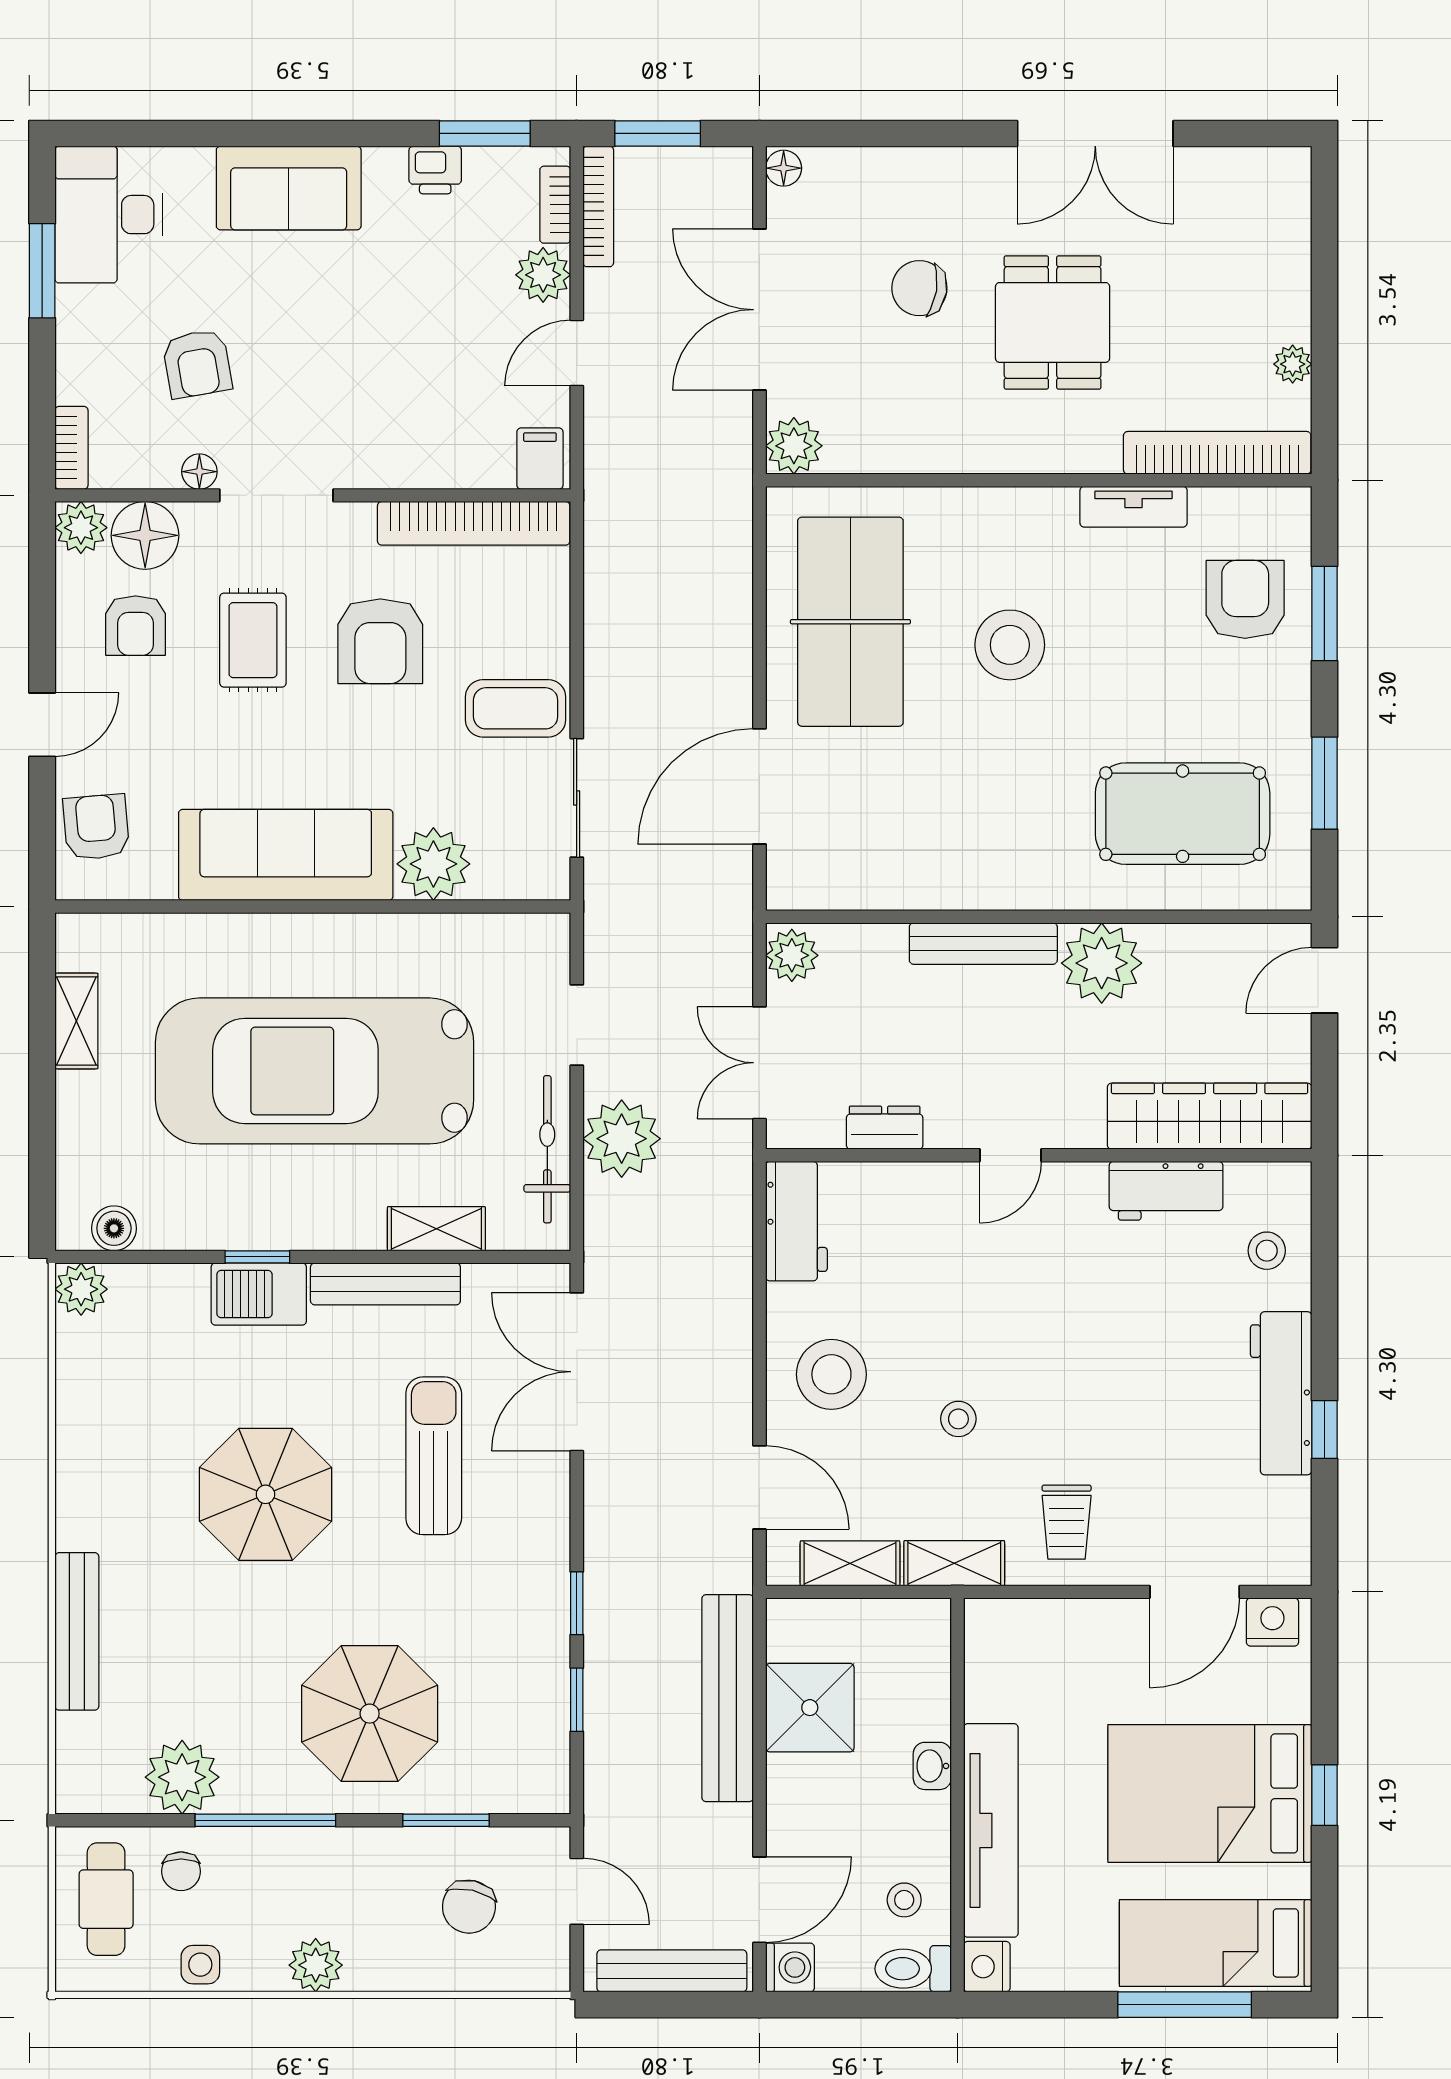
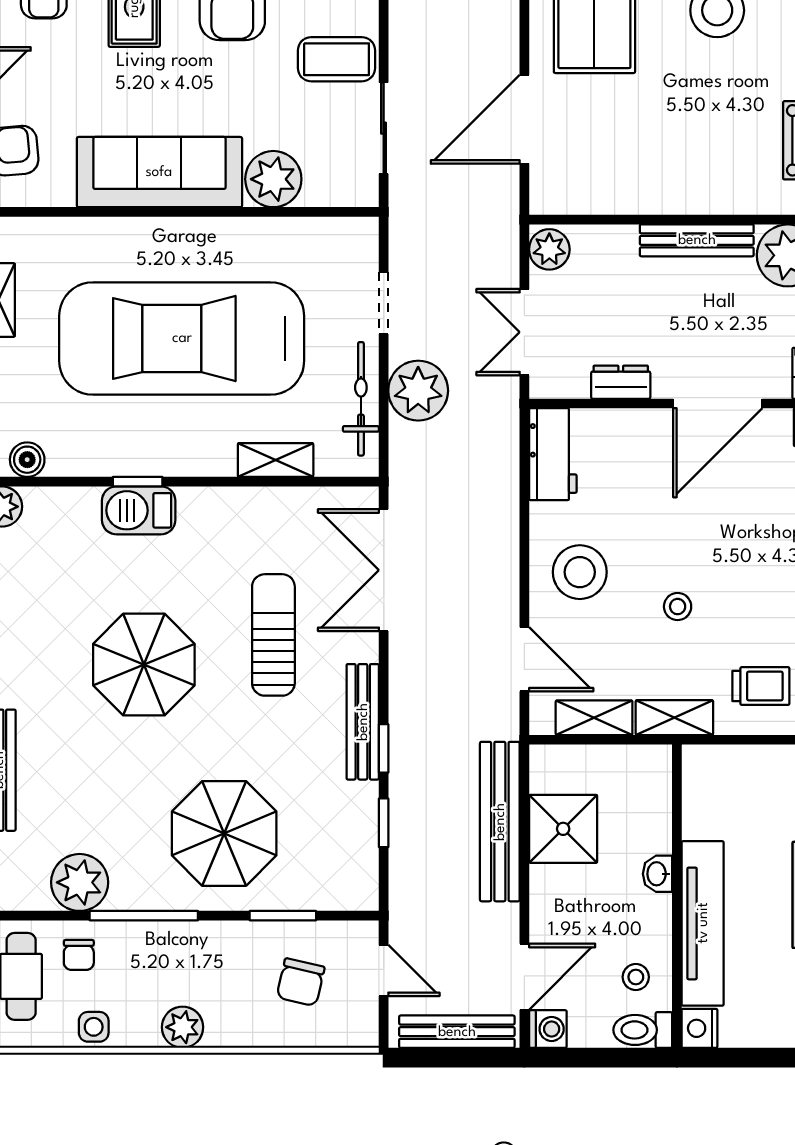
door: (1010, 1155) -> (718, 403), width x1.87
bench: (385, 1284) -> (363, 722), moved, turned 90
trolley: (1067, 1522) -> (761, 686), turned -90

